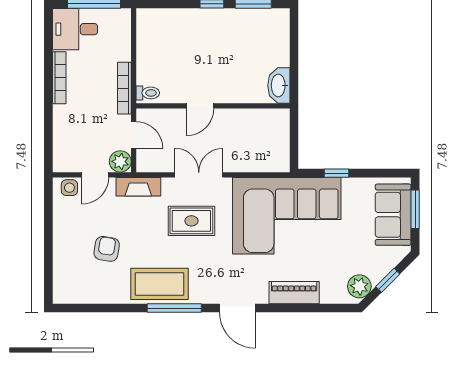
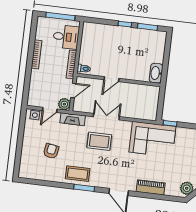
desk: (75, 29) -> (66, 37), moved, turned 180
door: (134, 135) -> (73, 91), hinge flipped
window: (337, 173) -> (170, 123), moved
corner sofa: (287, 216) -> (152, 139), width x0.73, depth x0.74
coffee table: (159, 284) -> (78, 174), width x0.73, depth x0.76
window: (174, 308) -> (84, 188), width x0.69

